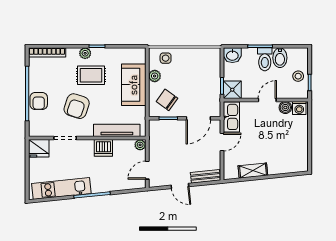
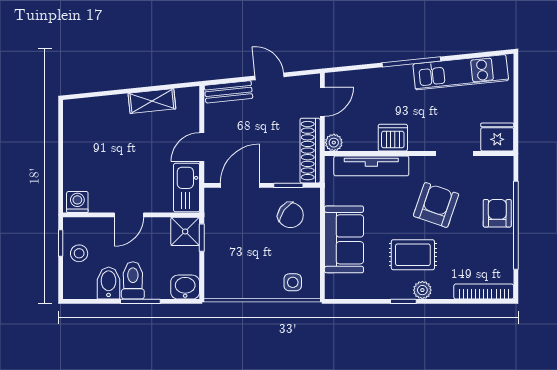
plant: (155, 76) -> (310, 254), removed
boiler: (285, 108) -> (100, 203), removed
shoe rack: (155, 140) -> (310, 151), added

